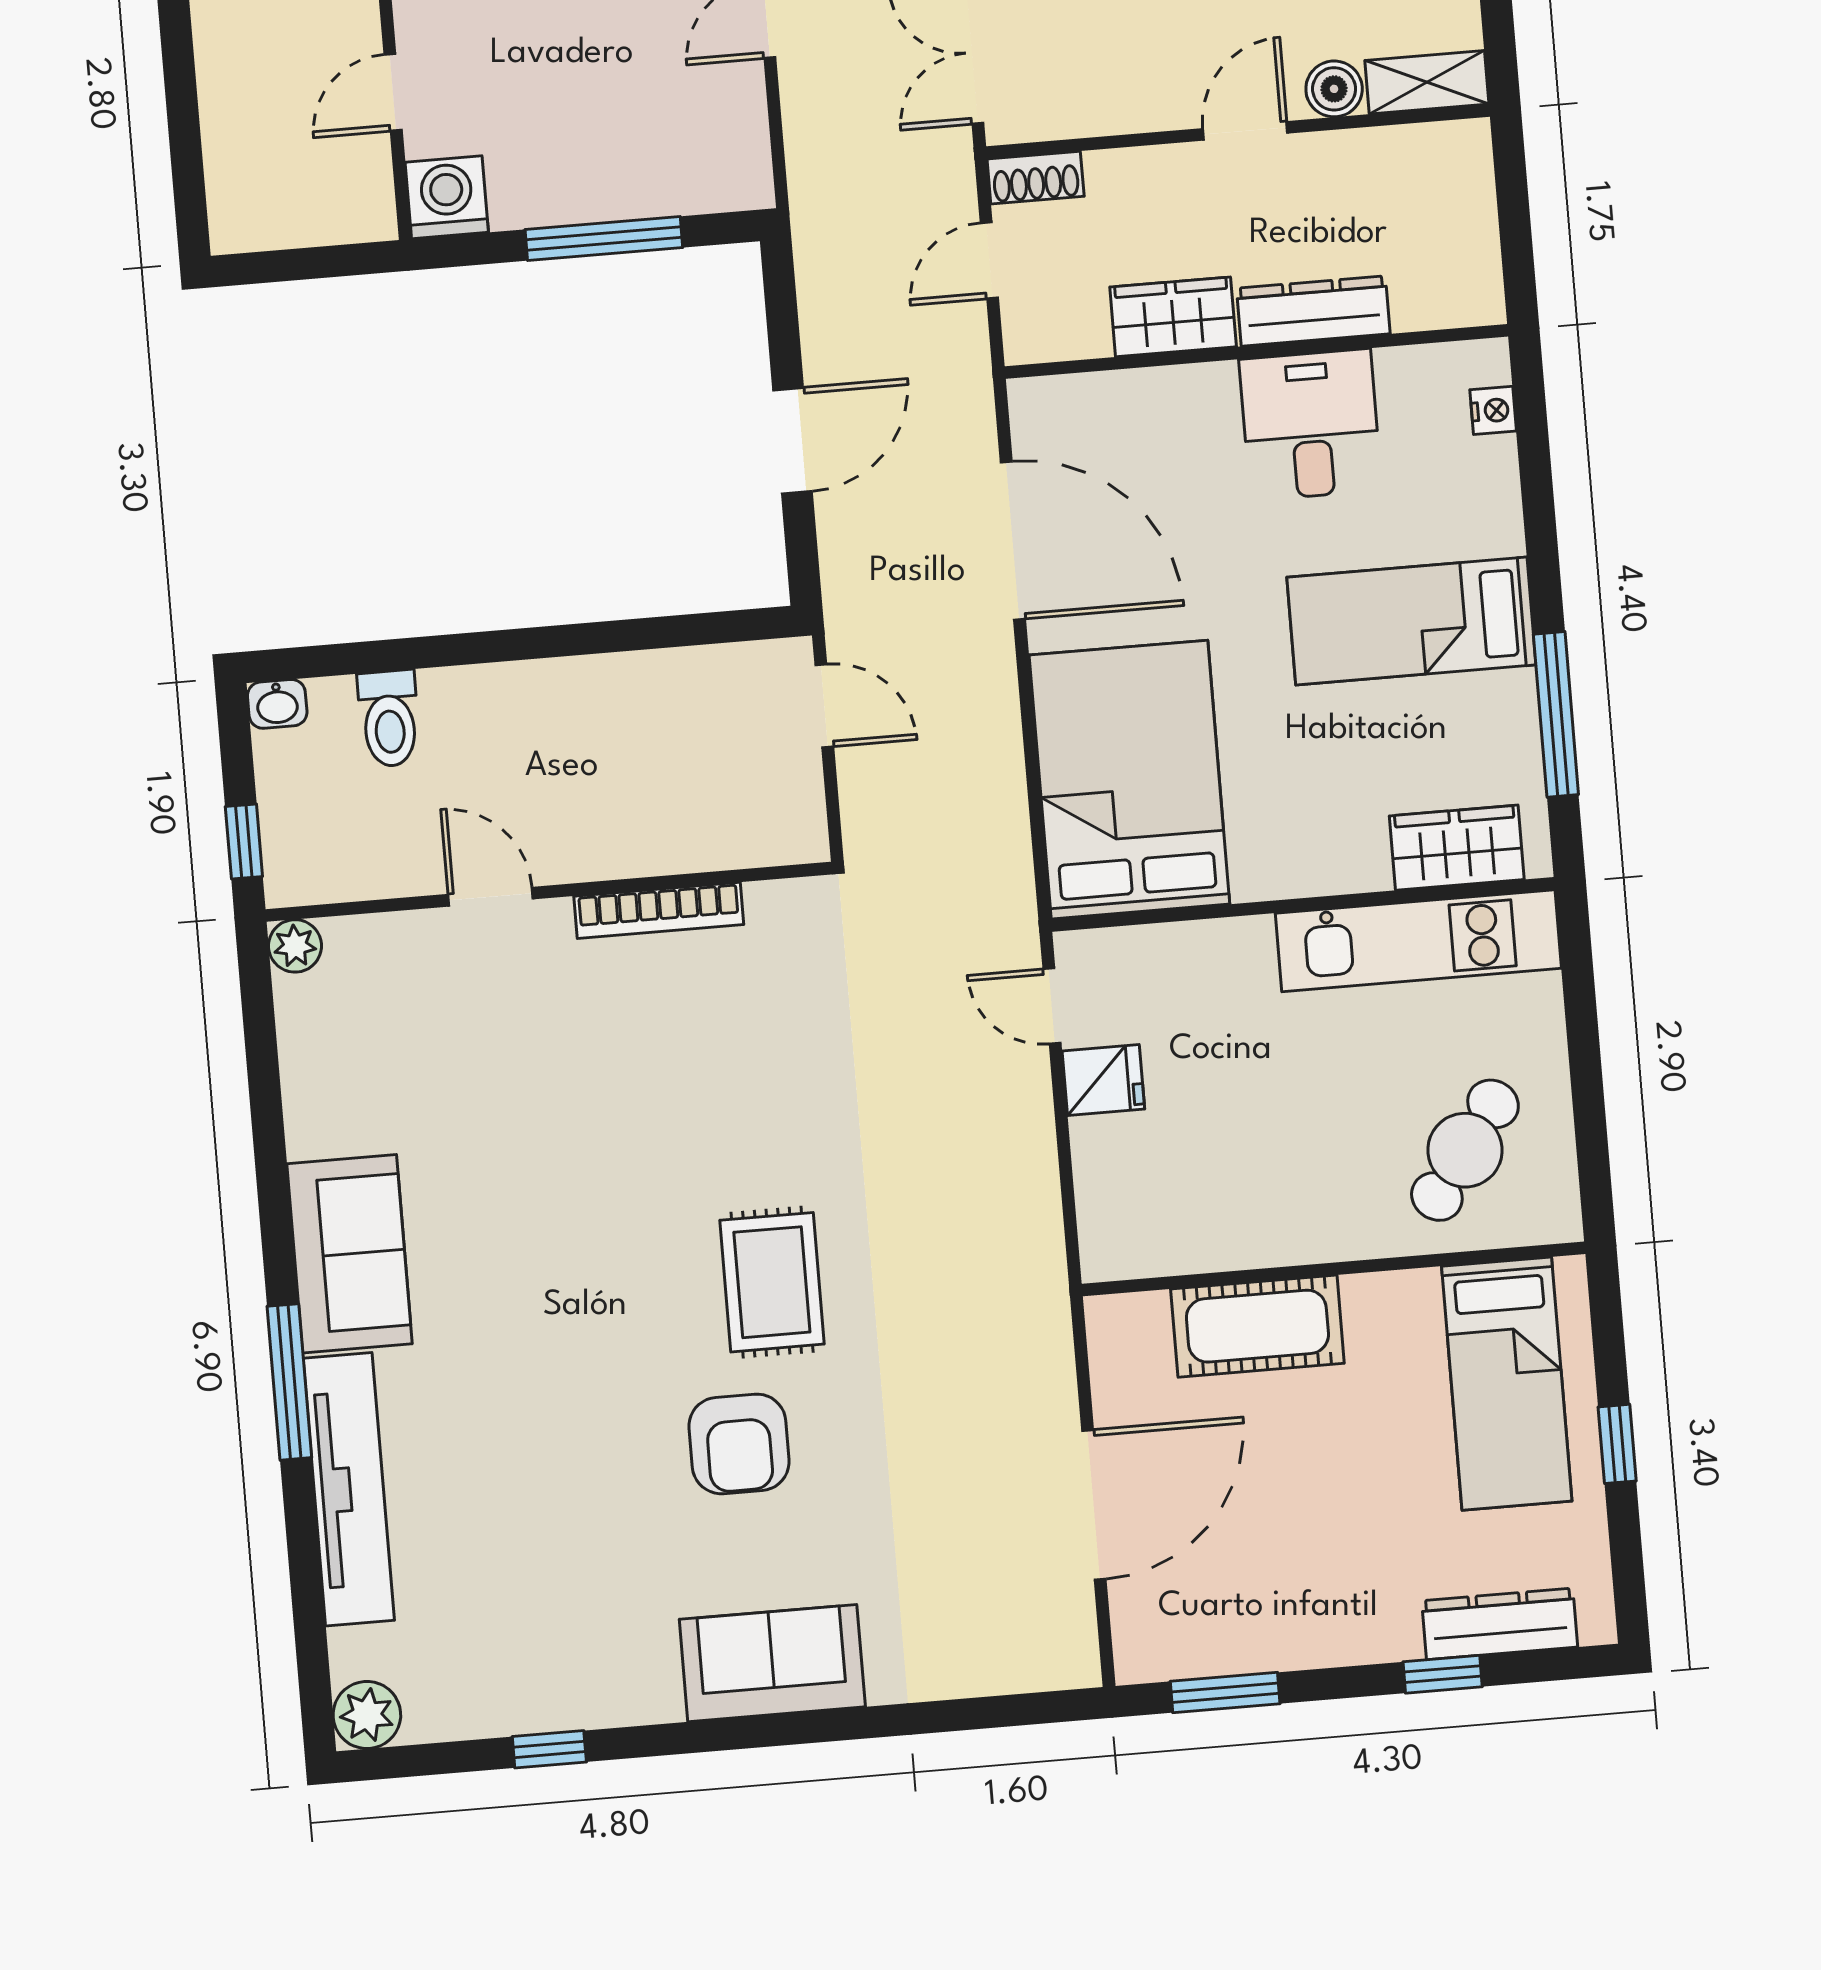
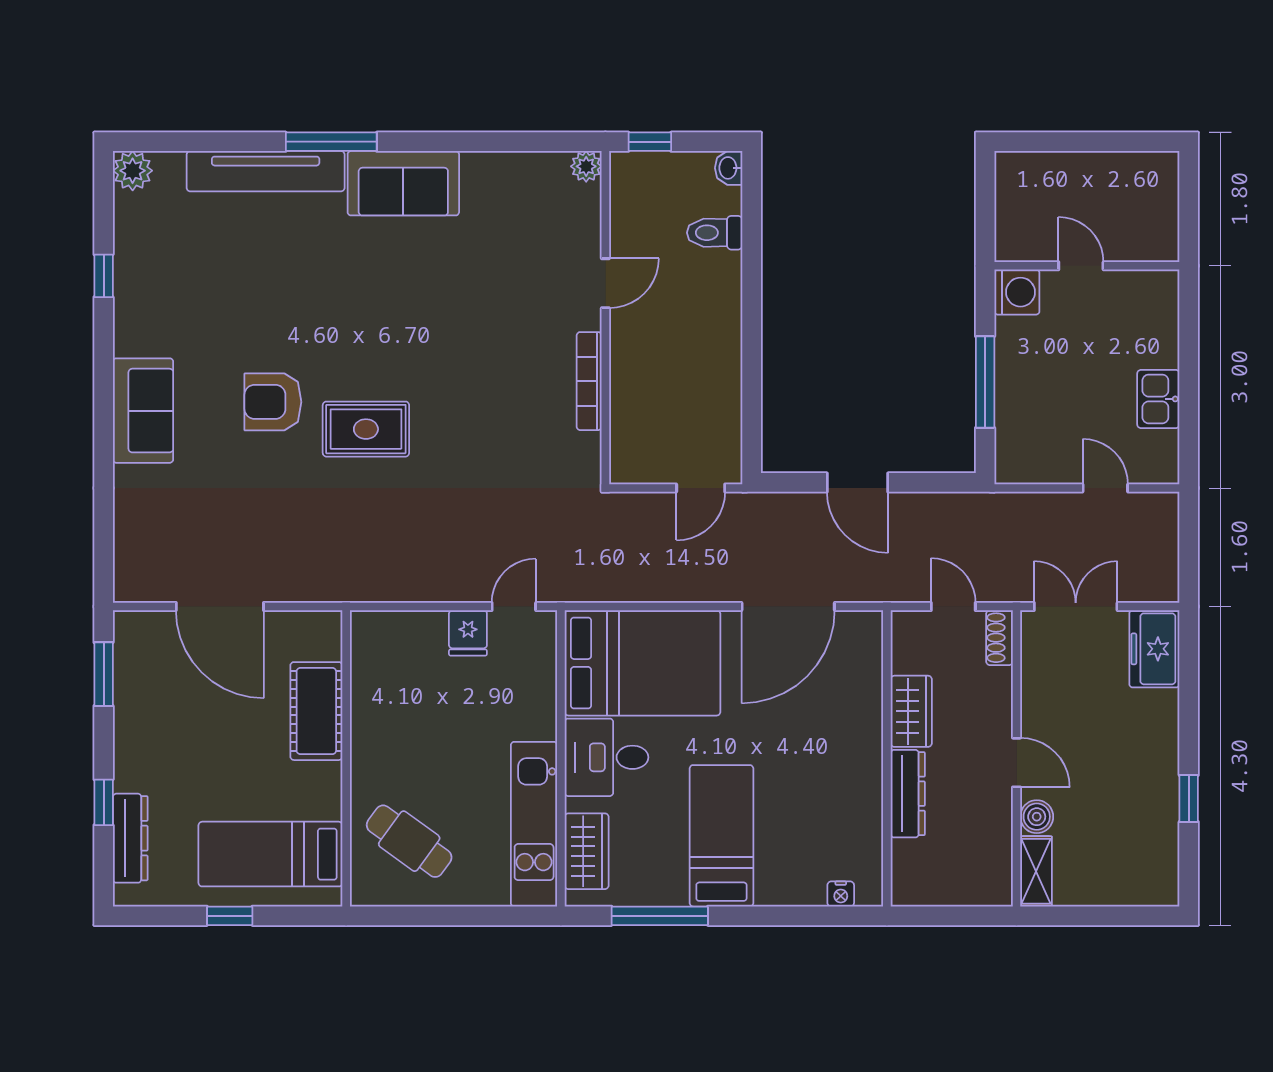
desk: (1310, 425) -> (606, 757), moved, turned 180

